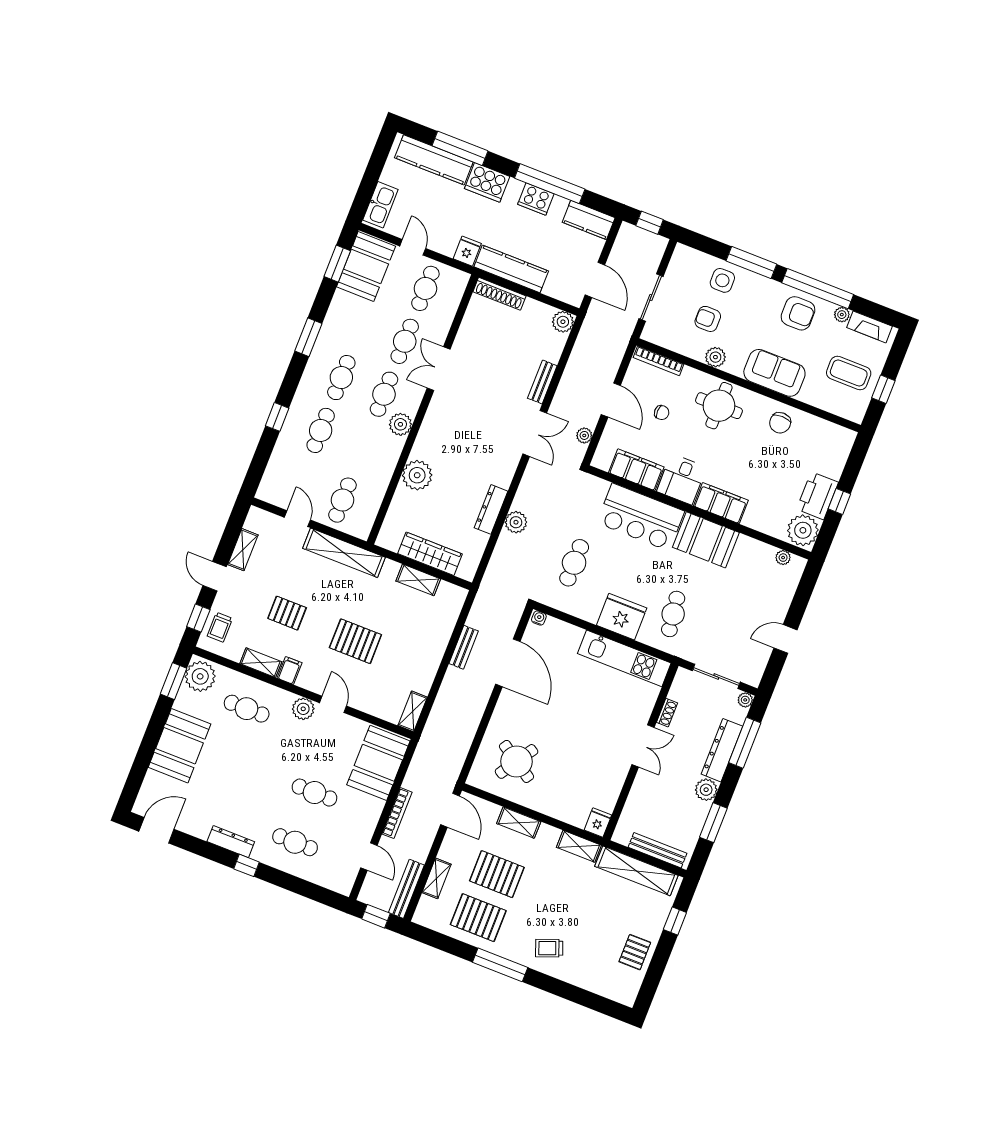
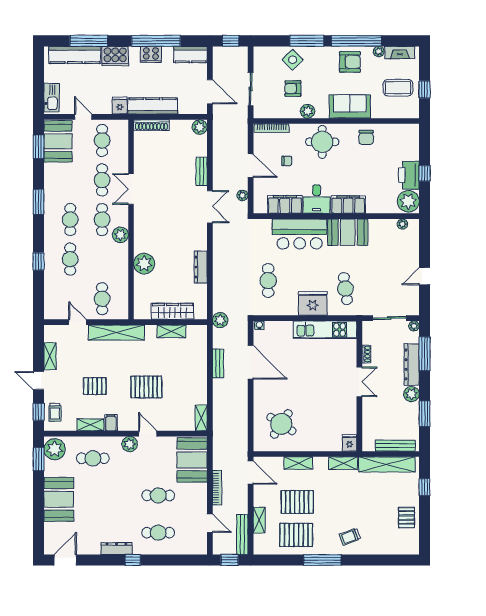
side table: (722, 280) -> (293, 60), turned 45
plant: (516, 522) -> (220, 320), moved

